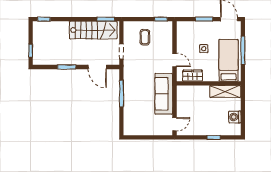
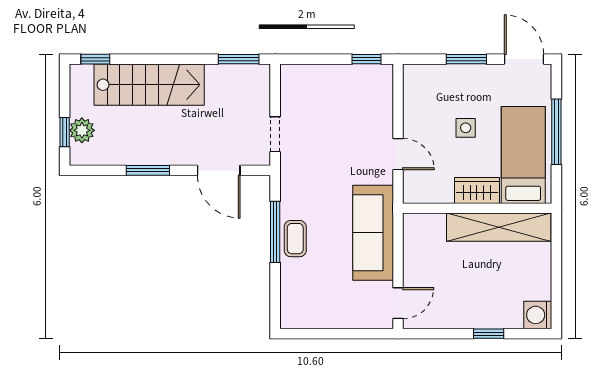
stairs: (93, 30) -> (149, 85), moved
coffee table: (145, 37) -> (295, 239), moved
plant: (38, 50) -> (82, 130), added
wardrobe: (193, 76) -> (477, 190), moved
shelving: (225, 91) -> (499, 227), width x1.47
washing machine: (235, 117) -> (538, 315), moved

